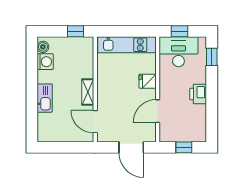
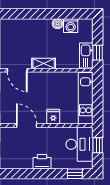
boiler: (43, 47) -> (57, 24), moved
kitchen sink: (45, 98) -> (86, 55), moved, turned 90
door: (95, 122) -> (17, 70), swing flipped

